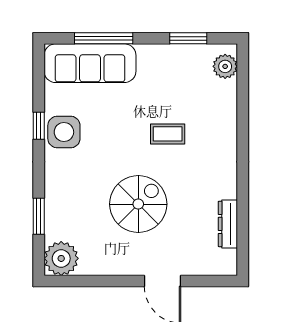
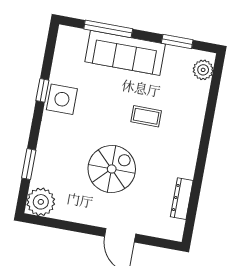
sofa: (90, 63) -> (125, 53), moved

